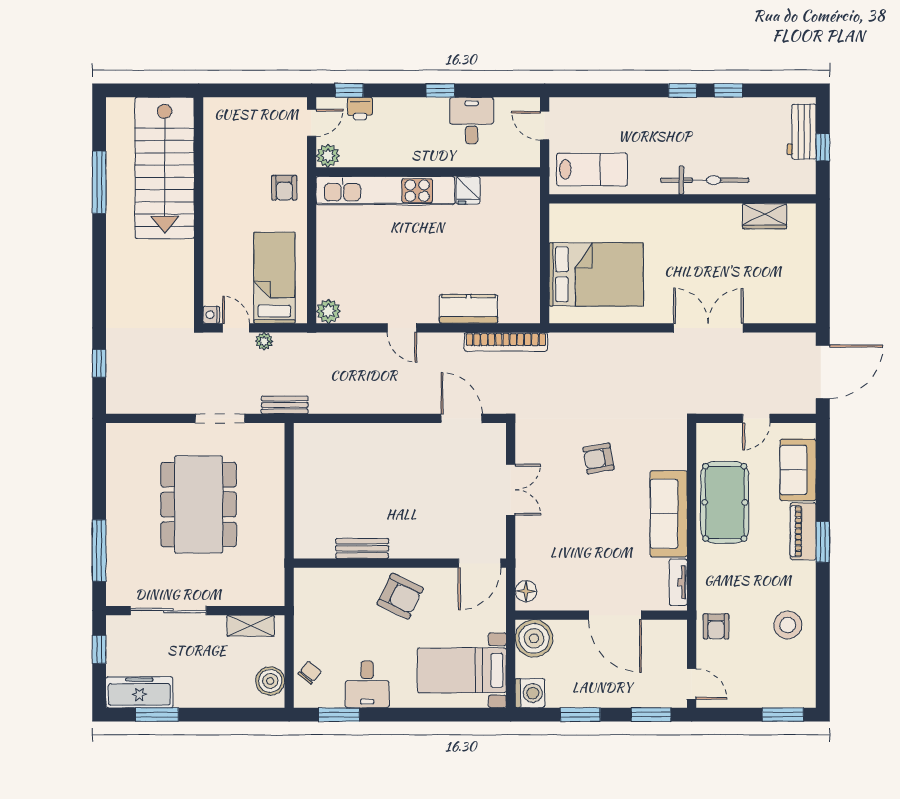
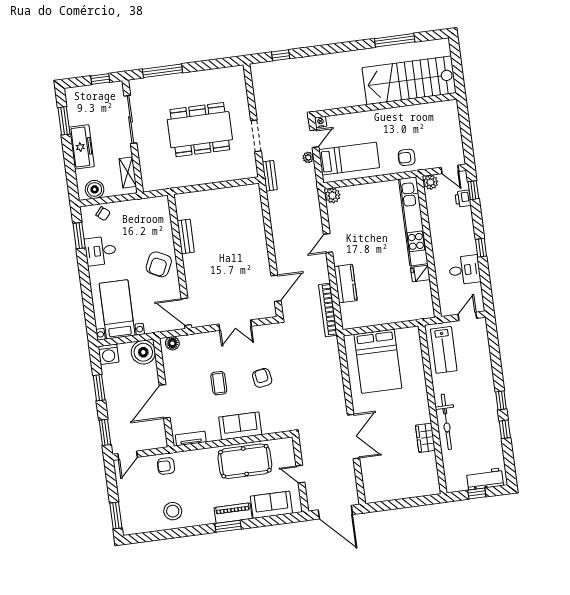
wardrobe: (765, 216) -> (425, 438), moved
sofa: (669, 514) -> (240, 426), width x0.73
coffee table: (598, 527) -> (219, 383), added
freezer: (139, 692) -> (82, 147), moved

